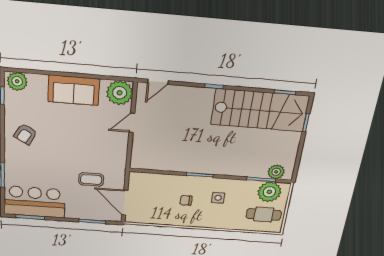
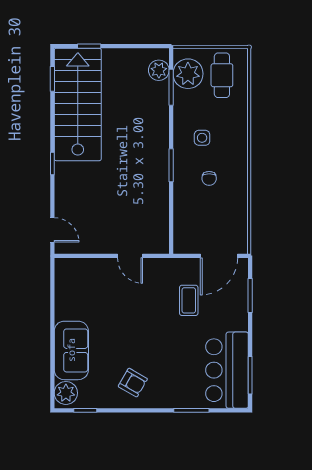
sofa: (74, 90) -> (71, 350), moved
plant: (120, 93) -> (70, 273), removed
door: (132, 123) -> (130, 256), moved

